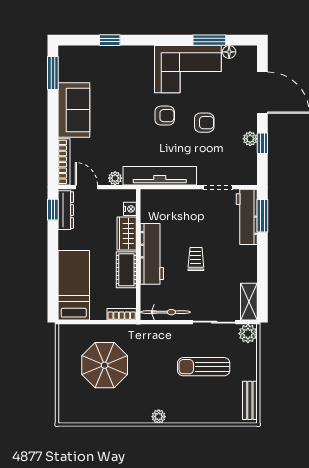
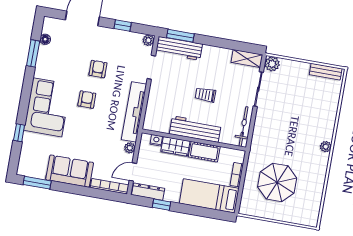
corner sofa: (188, 69) -> (47, 107), moved
plant: (250, 139) -> (148, 40), moved
window: (53, 210) -> (162, 205), moved
bookcase: (122, 314) -> (237, 175), moved
sun lounger: (204, 367) -> (292, 104), removed

